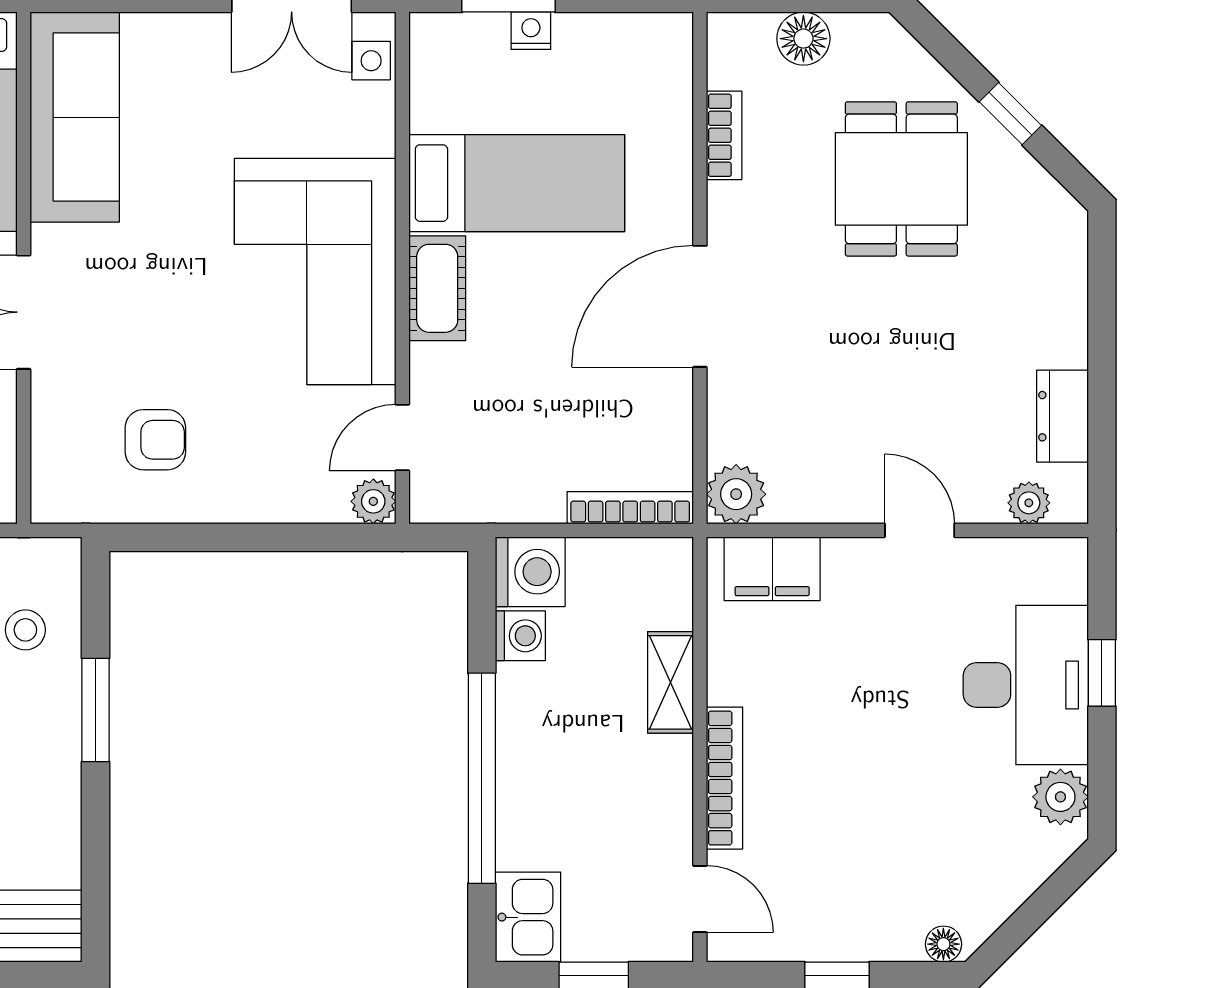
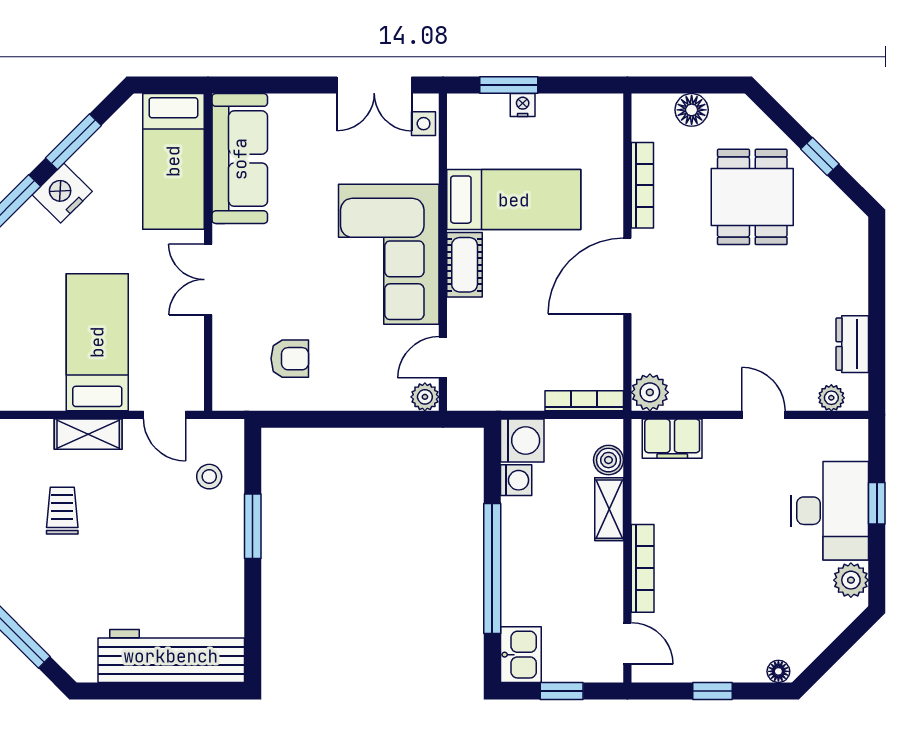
bookcase: (724, 135) -> (642, 185), width x1.56
boiler: (669, 603) -> (609, 460), added

